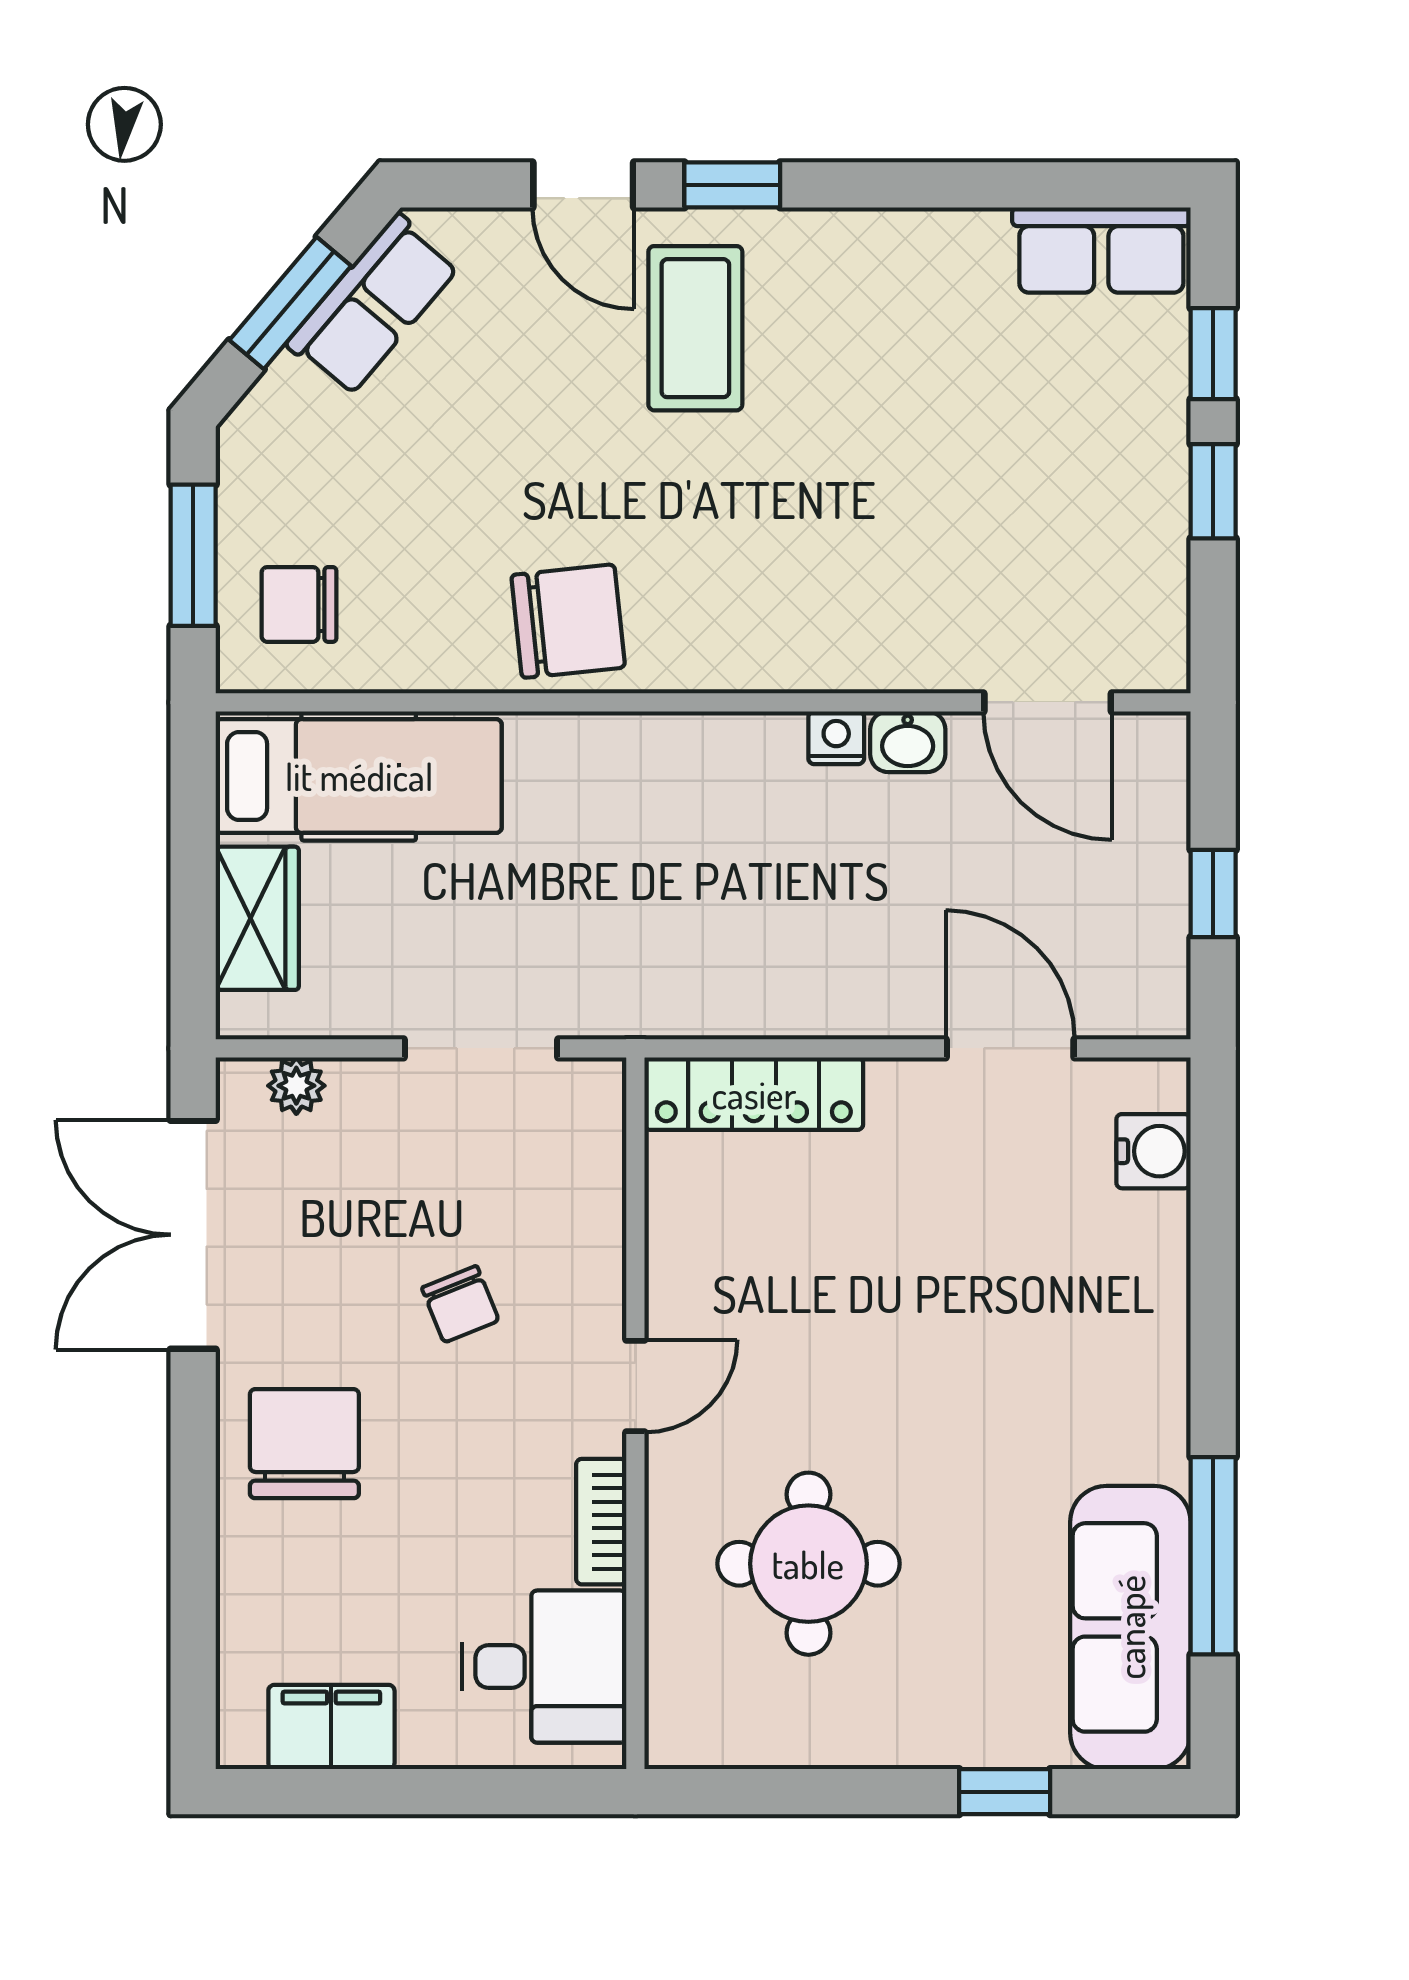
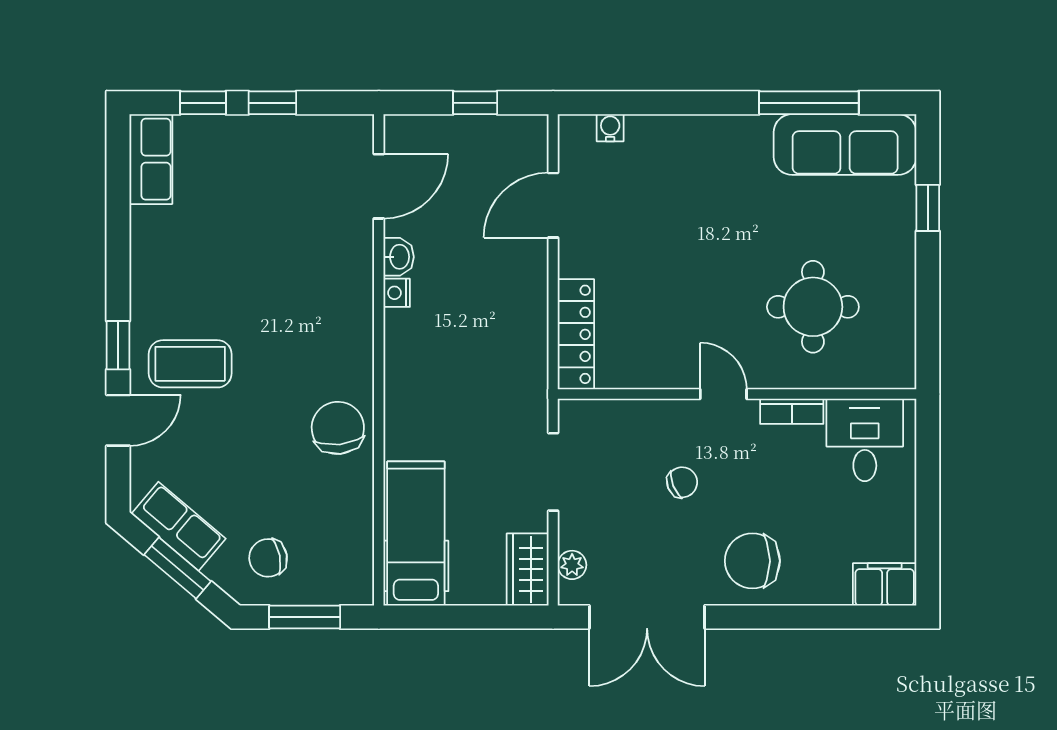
chair: (299, 604) -> (268, 558), moved, turned 79
wardrobe: (257, 918) -> (528, 569), moved, turned -90
water cooler: (1153, 1151) -> (610, 128), width x0.72, depth x0.72
filing cabinet: (331, 1727) -> (885, 584), moved, turned 90

